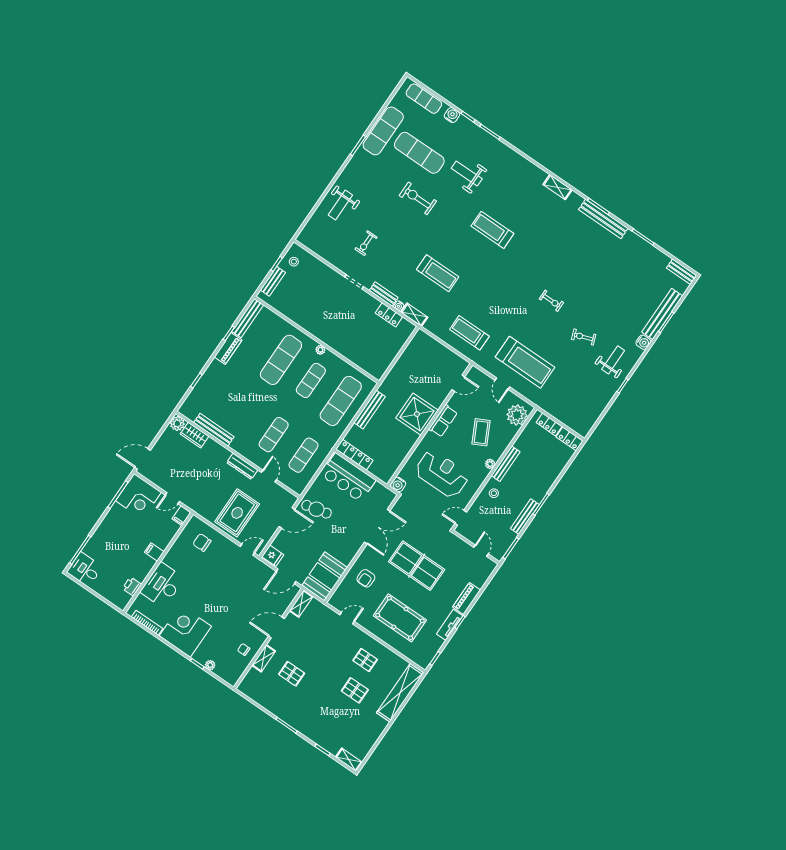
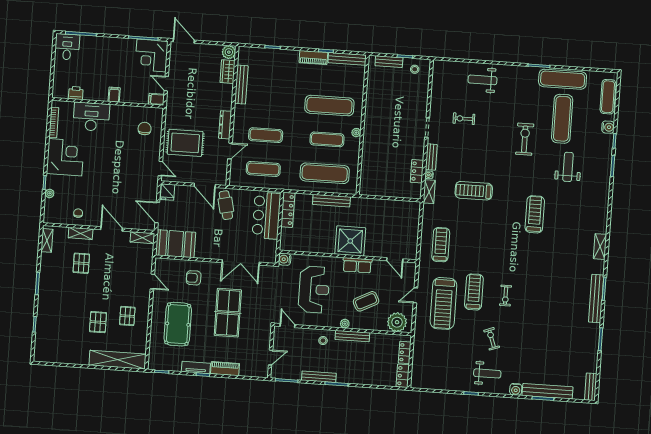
treadmill: (438, 273) -> (474, 191), turned 90
treadmill: (531, 328) -> (474, 292), added
shelving: (349, 760) -> (47, 240), moved

